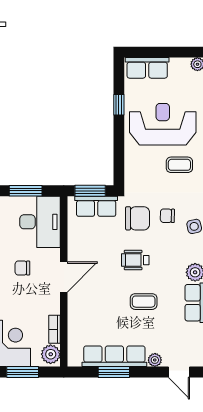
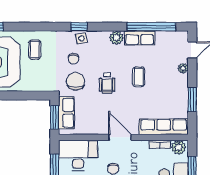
row of seats: (114, 356) -> (164, 127), moved, turned 90

